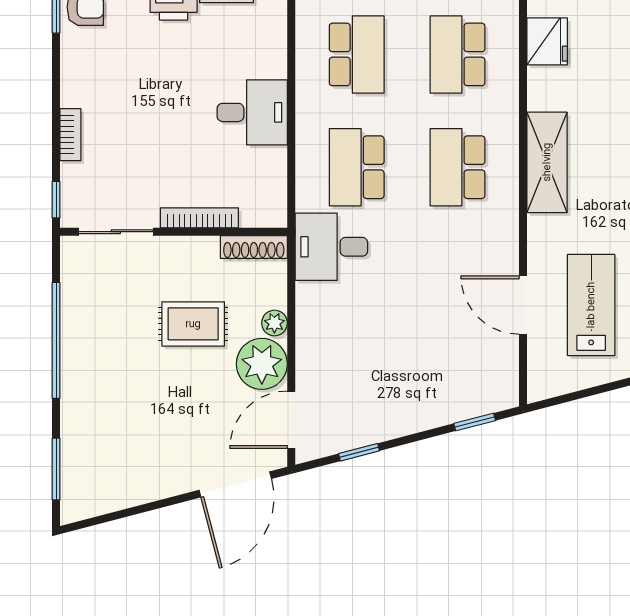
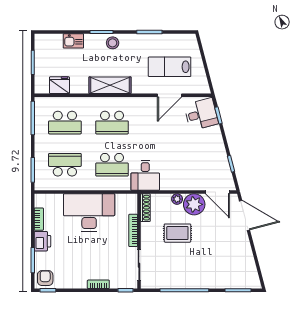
desk: (252, 112) -> (89, 213), width x1.87, depth x1.30
rug: (193, 324) -> (177, 233), turned 90
desk: (478, 381) -> (201, 114), added

